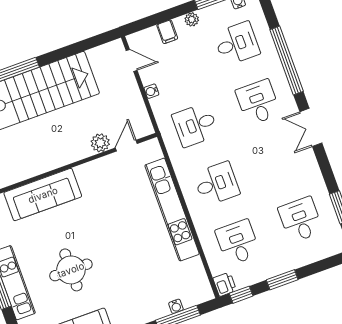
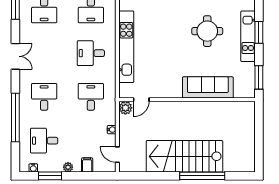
desk: (258, 102) -> (44, 97), turned 180
desk: (195, 125) -> (91, 97), turned -90
double door: (311, 127) -> (15, 56), moved
plant: (100, 143) -> (125, 108), moved

